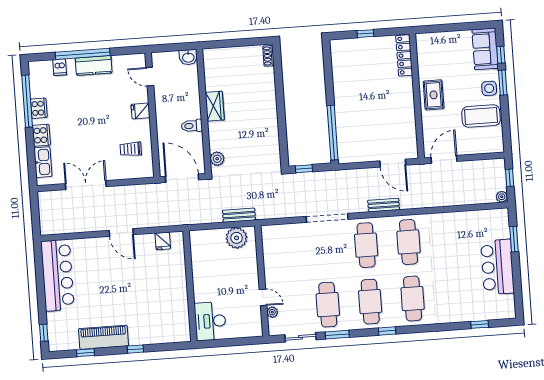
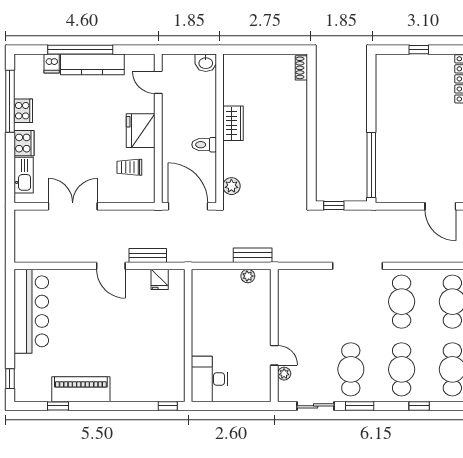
kitchen counter: (94, 65) -> (92, 64), width x1.50
fridge: (141, 111) -> (141, 131), width x1.88, depth x1.34
bench: (384, 205) -> (148, 255), moved
plant: (237, 238) -> (248, 276), width x0.53, depth x0.53
window: (135, 349) -> (168, 406), moved

